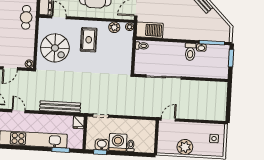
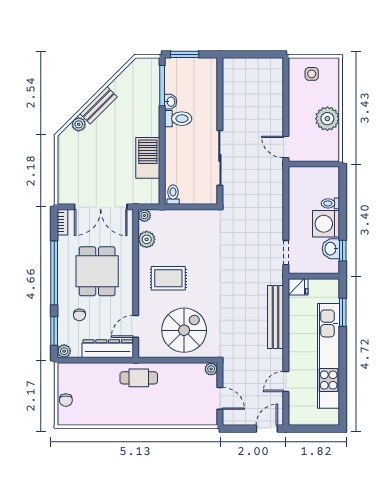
barbecue: (150, 30) -> (148, 158), moved

